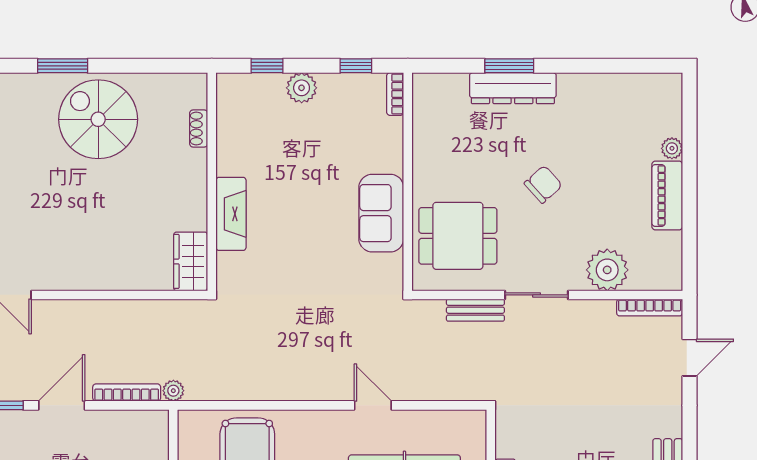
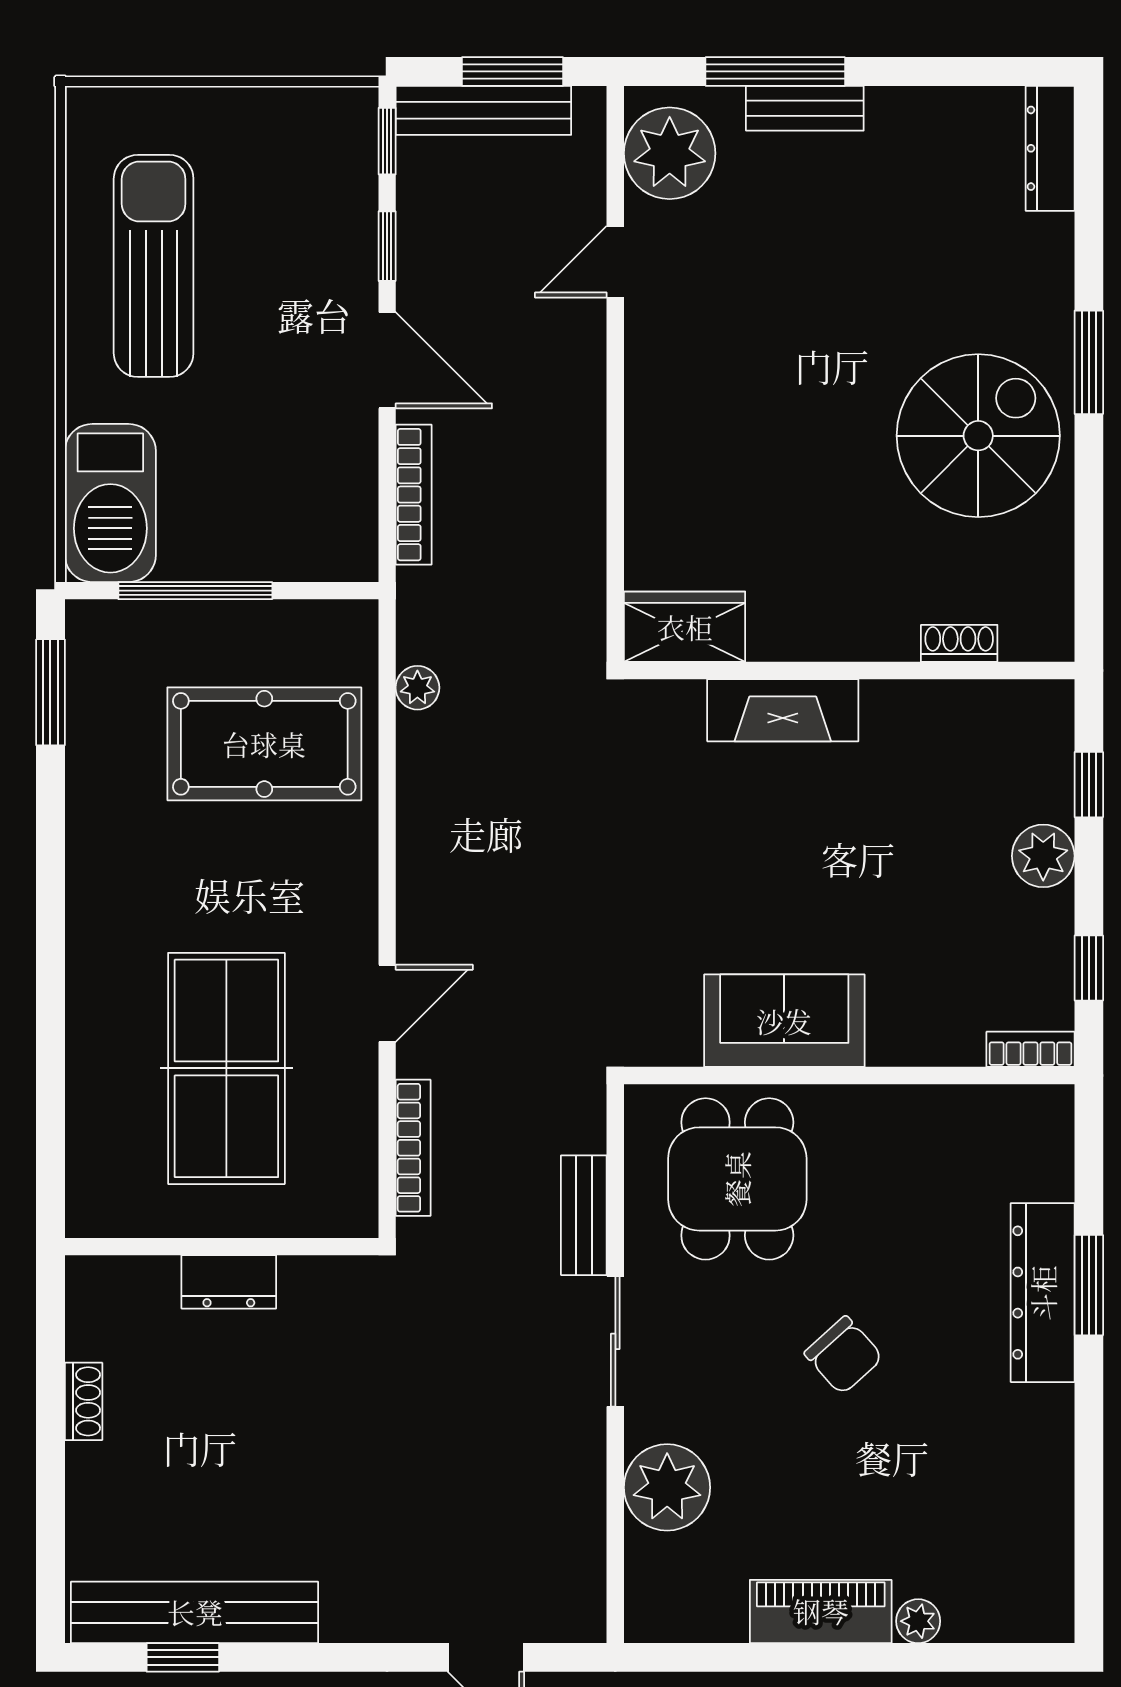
bookcase: (650, 308) -> (413, 1148), moved, turned 180
plant: (173, 391) -> (417, 688), moved

